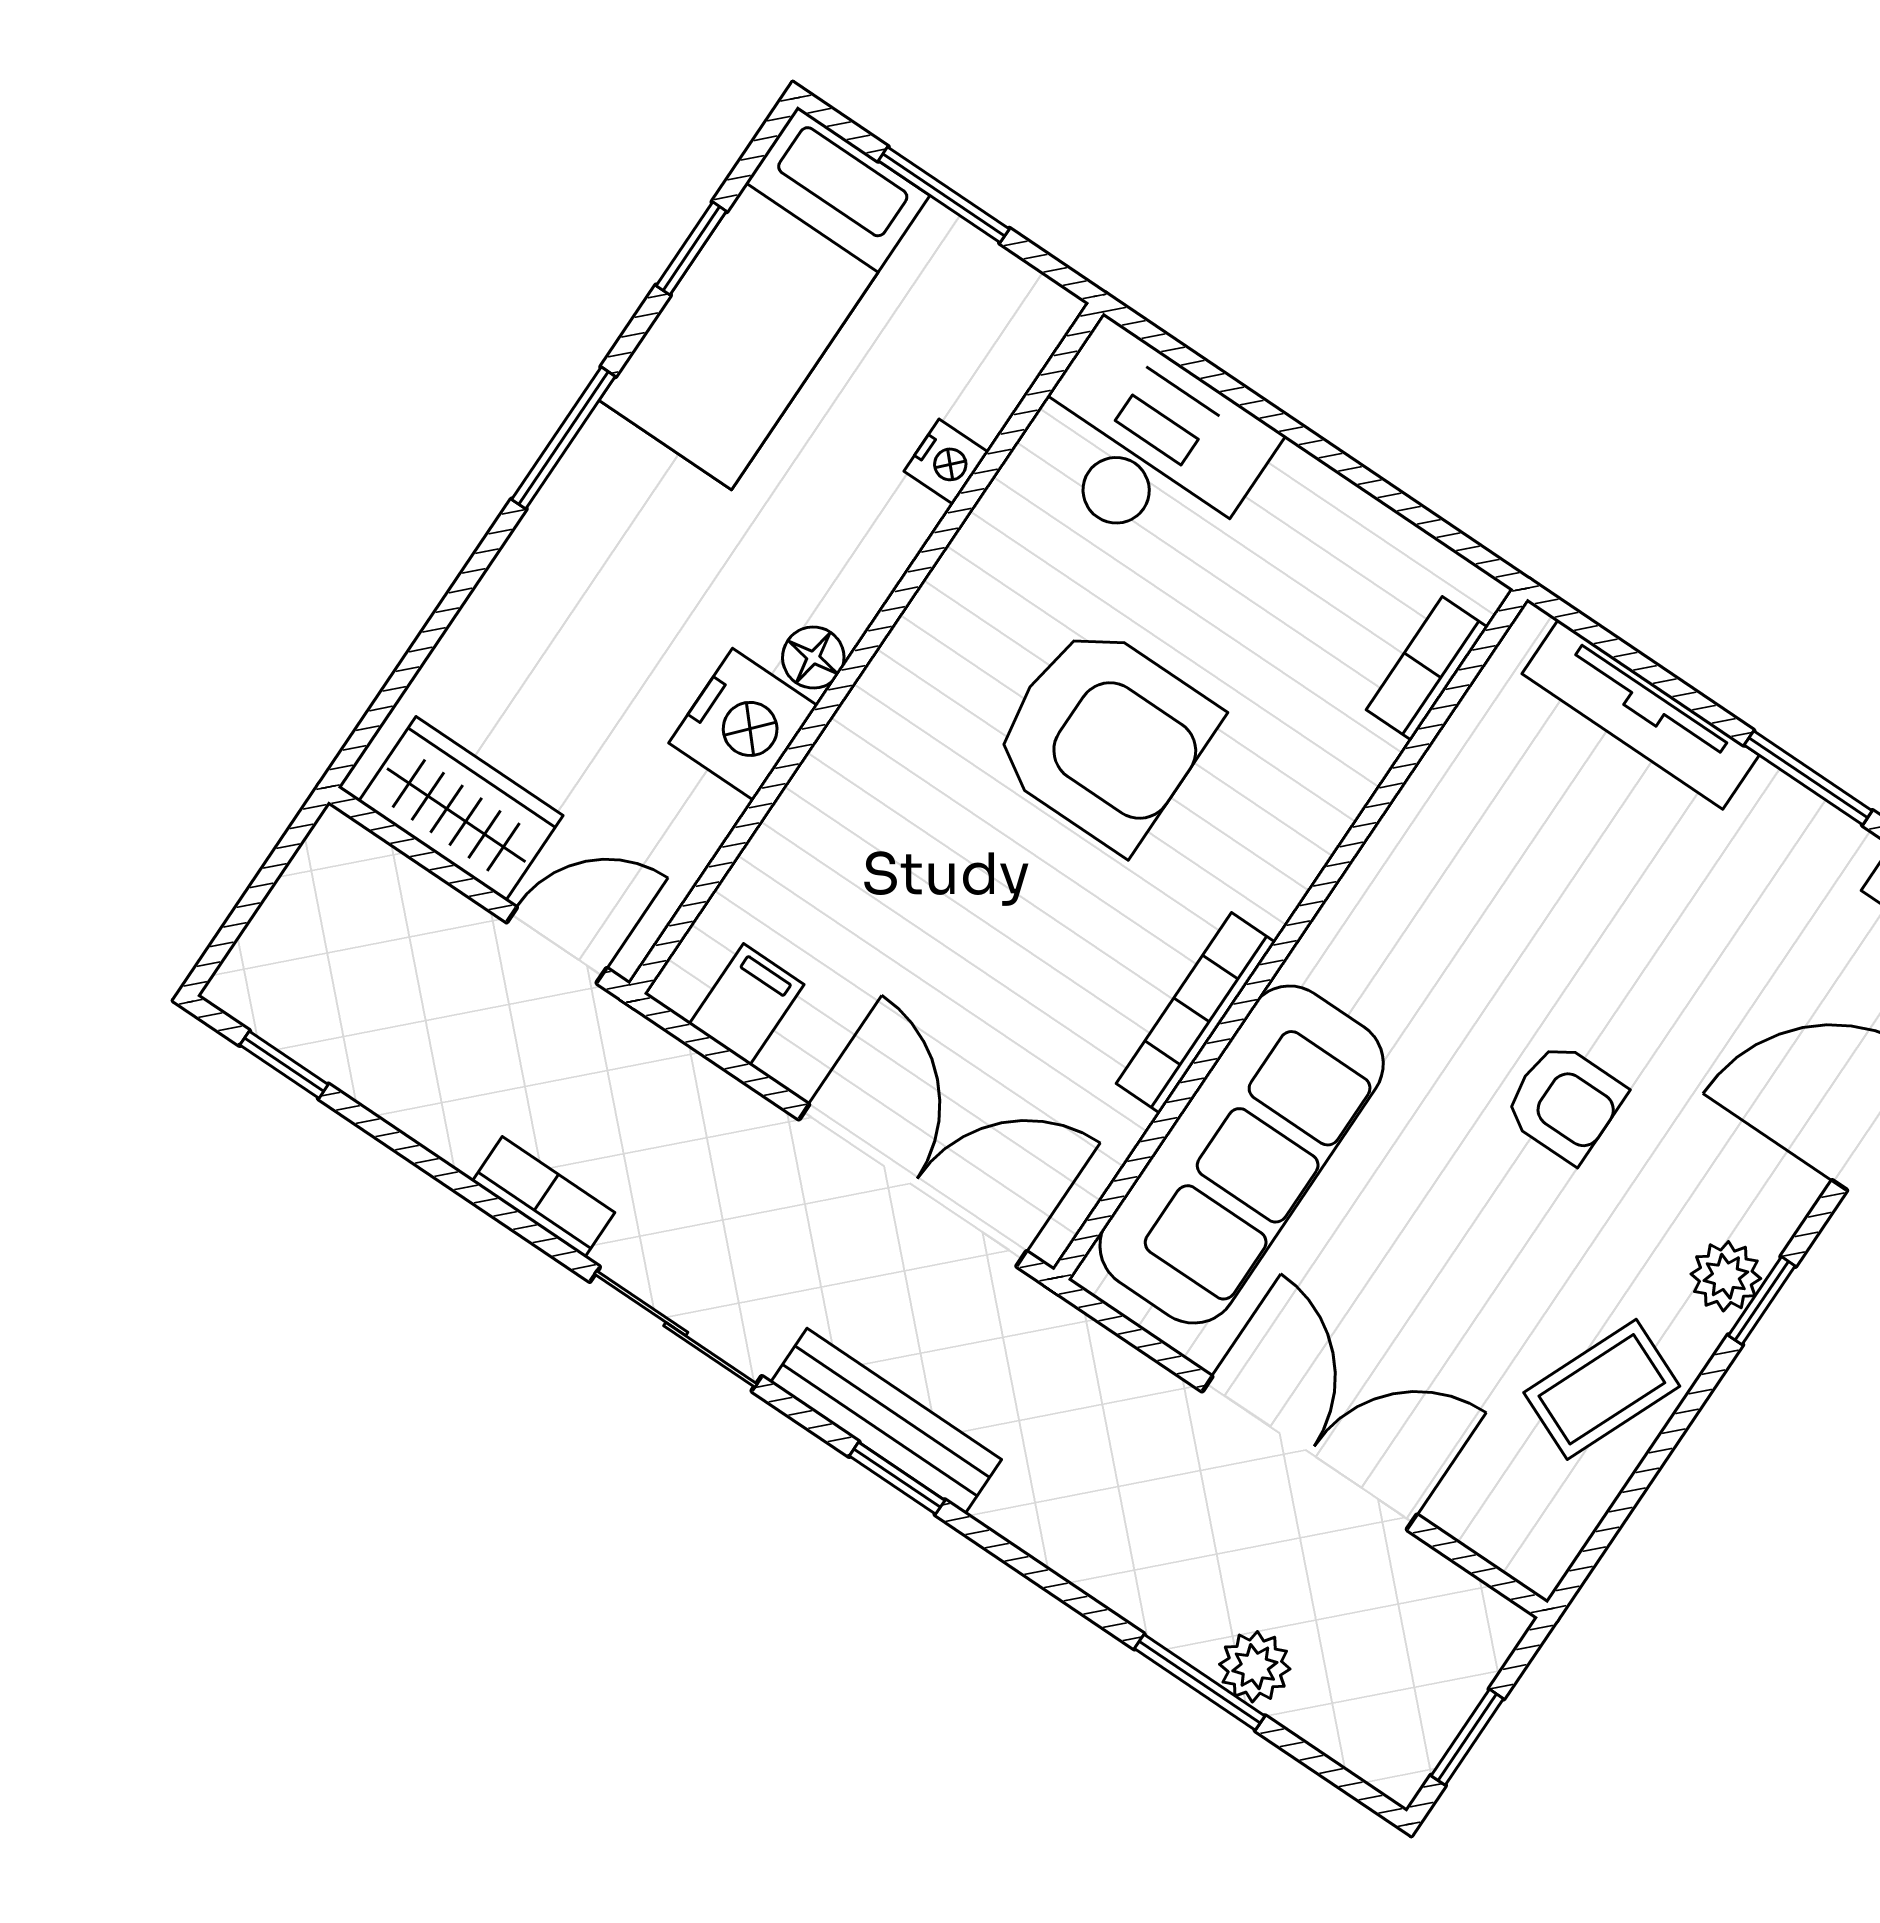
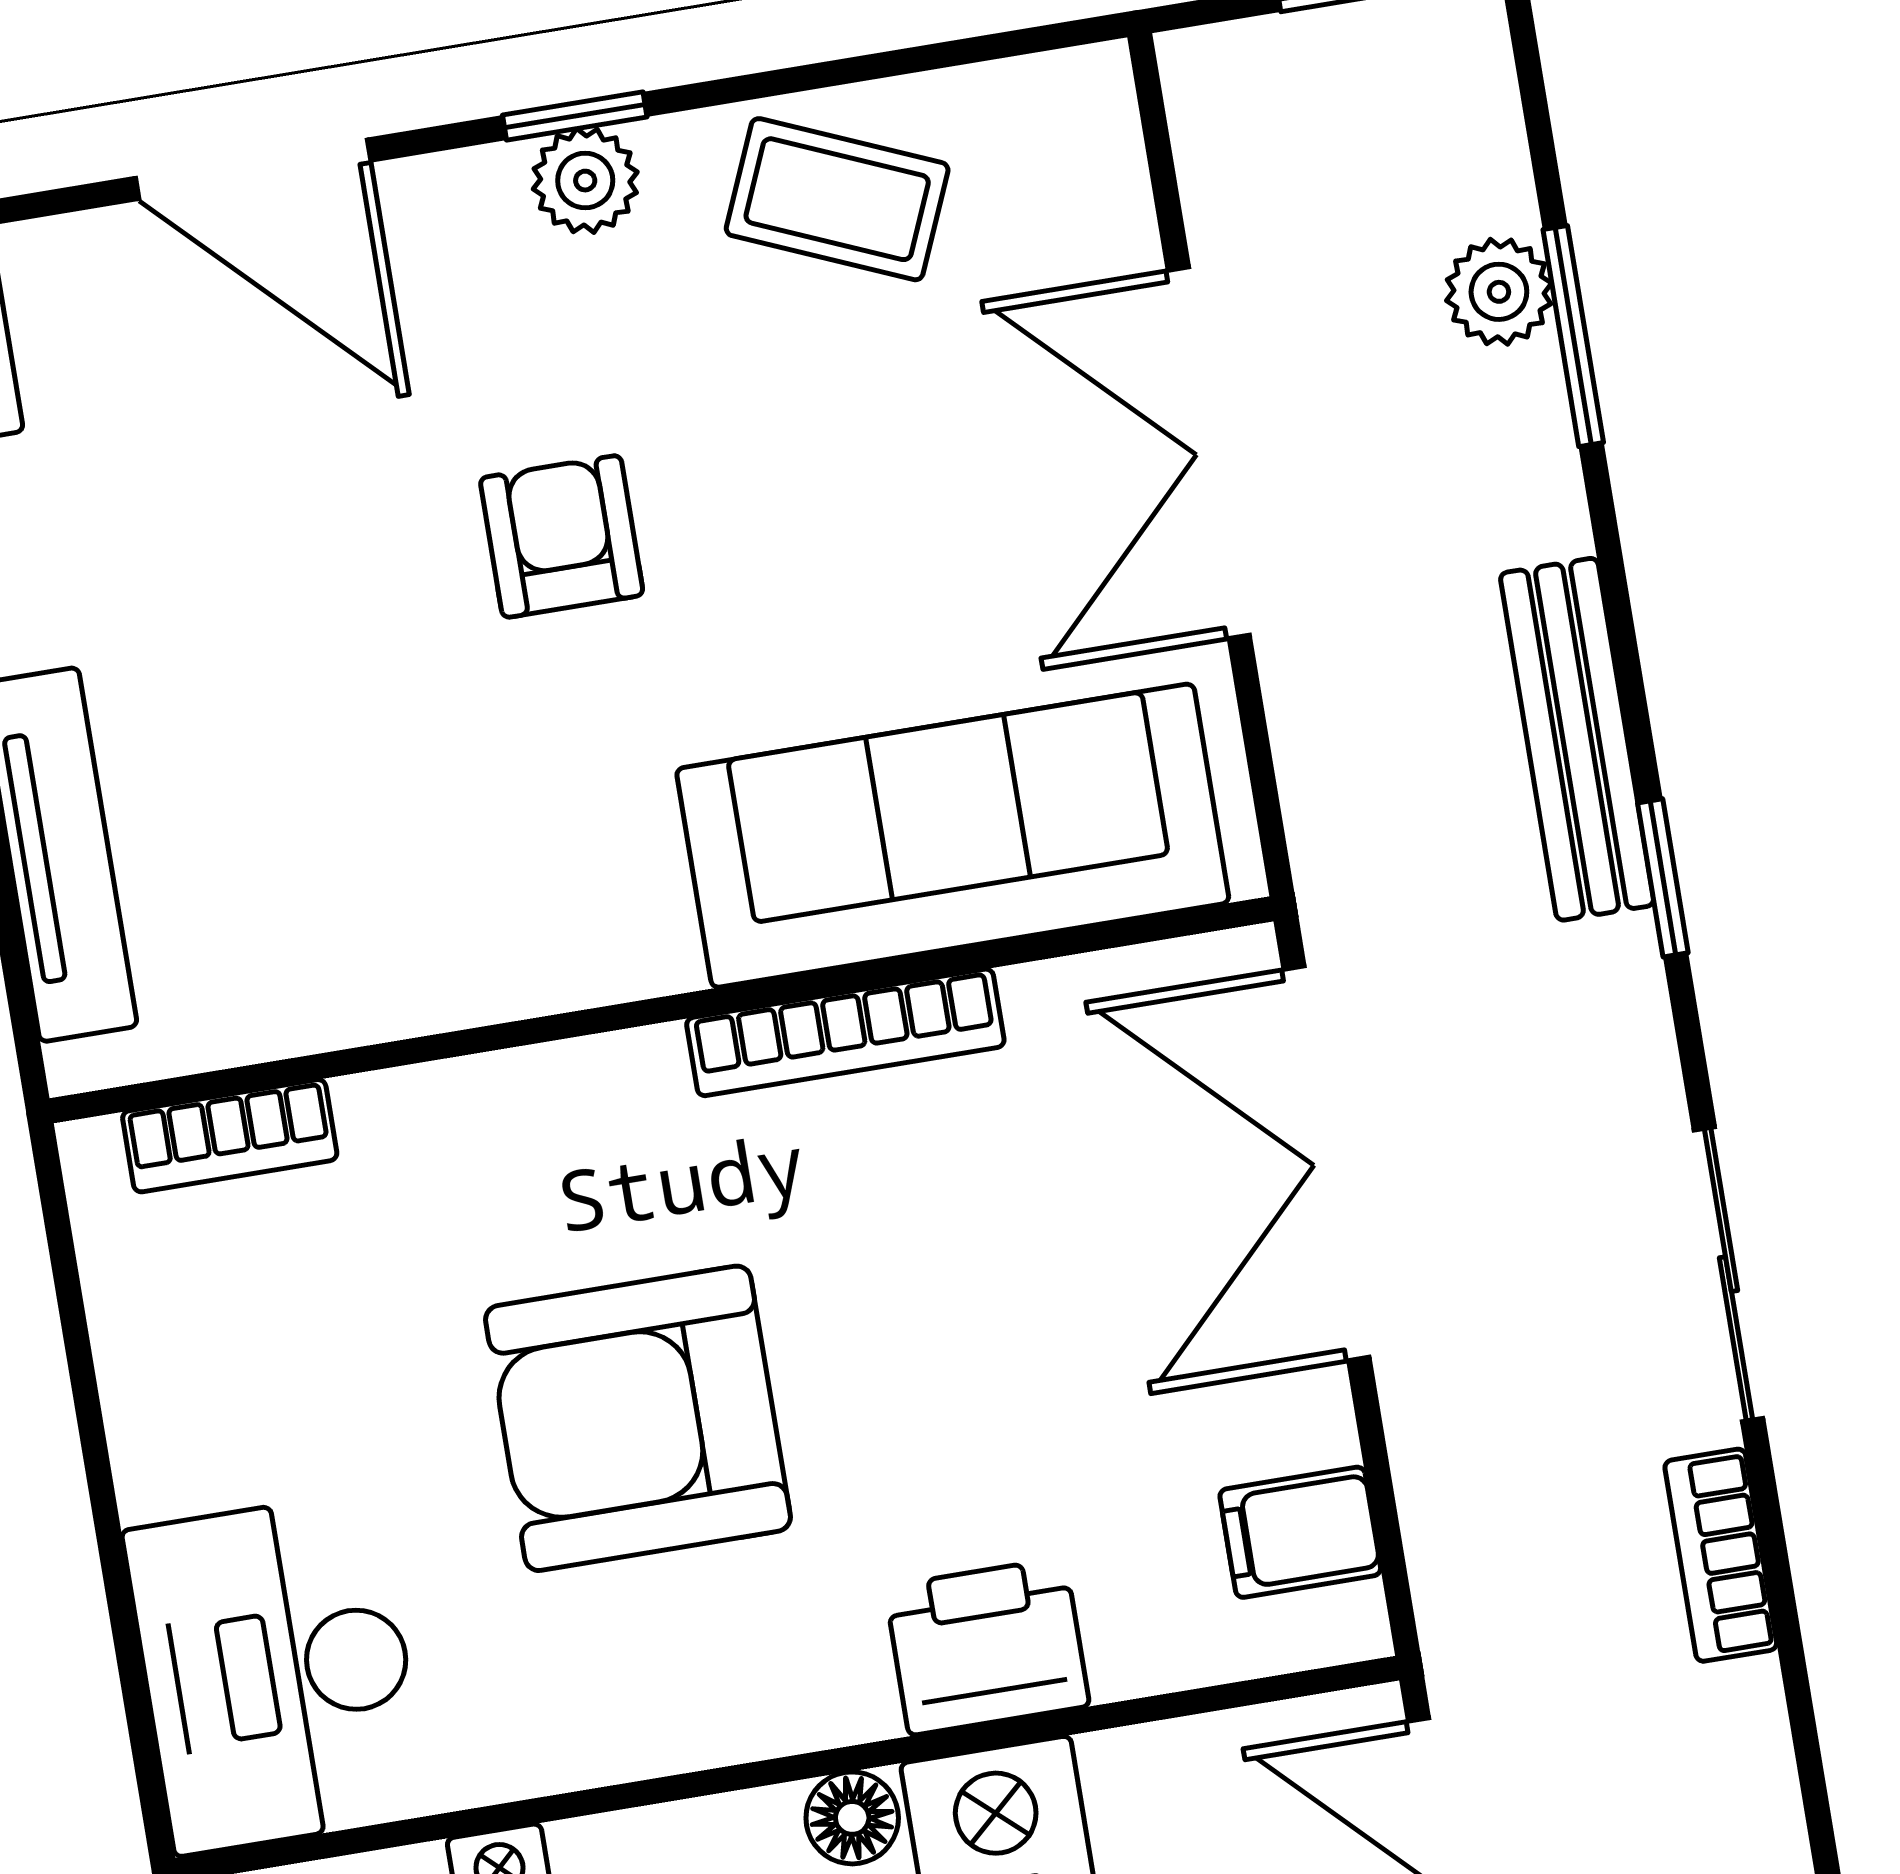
armchair: (1104, 736) -> (638, 1418), turned -90
printer: (835, 801) -> (987, 1646), added
bench: (886, 1421) -> (1577, 739), moved

